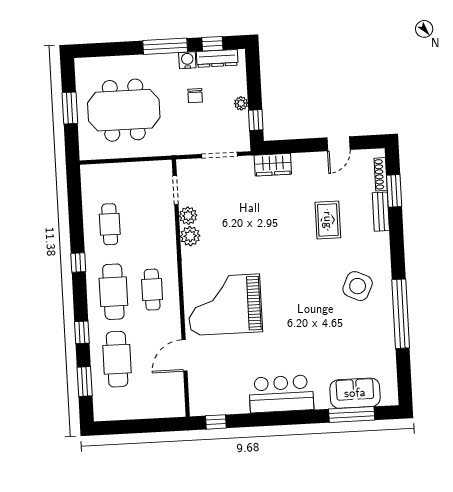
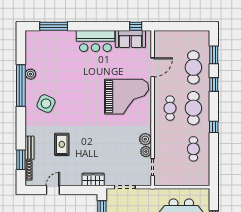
plant: (386, 333) -> (31, 74), added
sofa: (355, 393) -> (130, 39), moved

